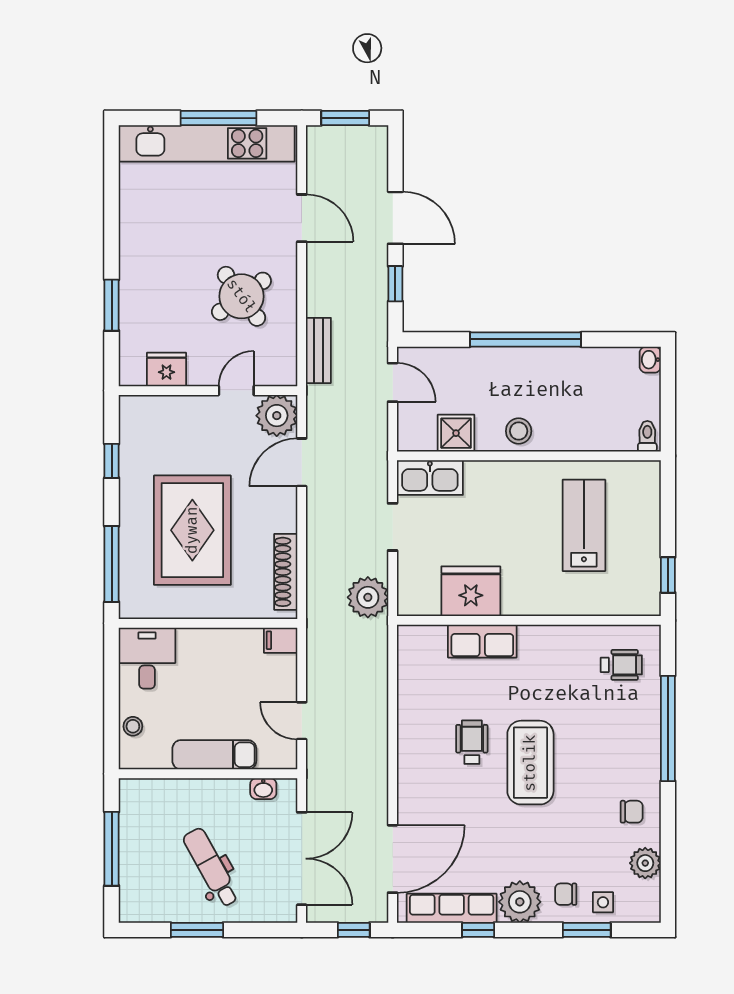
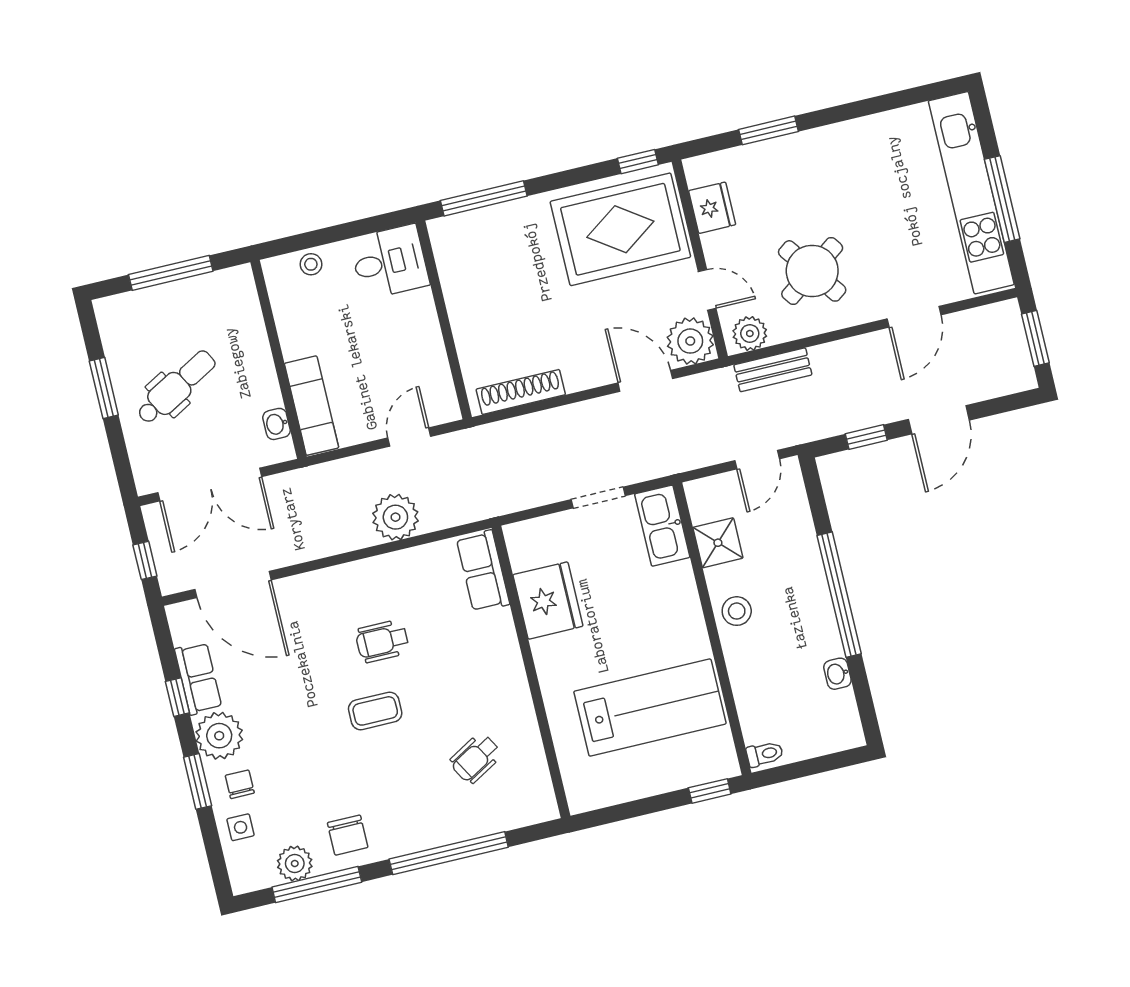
washbasin: (650, 360) -> (837, 674), moved, turned -90
plant: (282, 363) -> (750, 333), added
window: (112, 461) -> (638, 162), moved
lab bench: (584, 525) -> (650, 708), width x1.36, depth x1.39
rug: (192, 530) -> (620, 229), moved
window: (668, 575) -> (710, 791), moved
plant: (368, 597) -> (395, 517), moved
filing cabinet: (281, 640) -> (444, 404), removed
row of seats: (482, 641) -> (483, 571), moved
wheelchair: (621, 665) -> (476, 758), moved, turned 60
door: (302, 721) -> (409, 437), moved
wheelchair: (472, 742) -> (382, 641), turned 180
exam couch: (214, 755) -> (311, 406), moved
coffee table: (530, 763) -> (375, 711), width x0.54, depth x0.58
chair: (632, 812) -> (348, 835), width x1.37, depth x1.37
window: (668, 848) -> (317, 885), added
row of seats: (452, 908) -> (198, 678), width x0.68
window: (587, 930) -> (198, 781), moved

